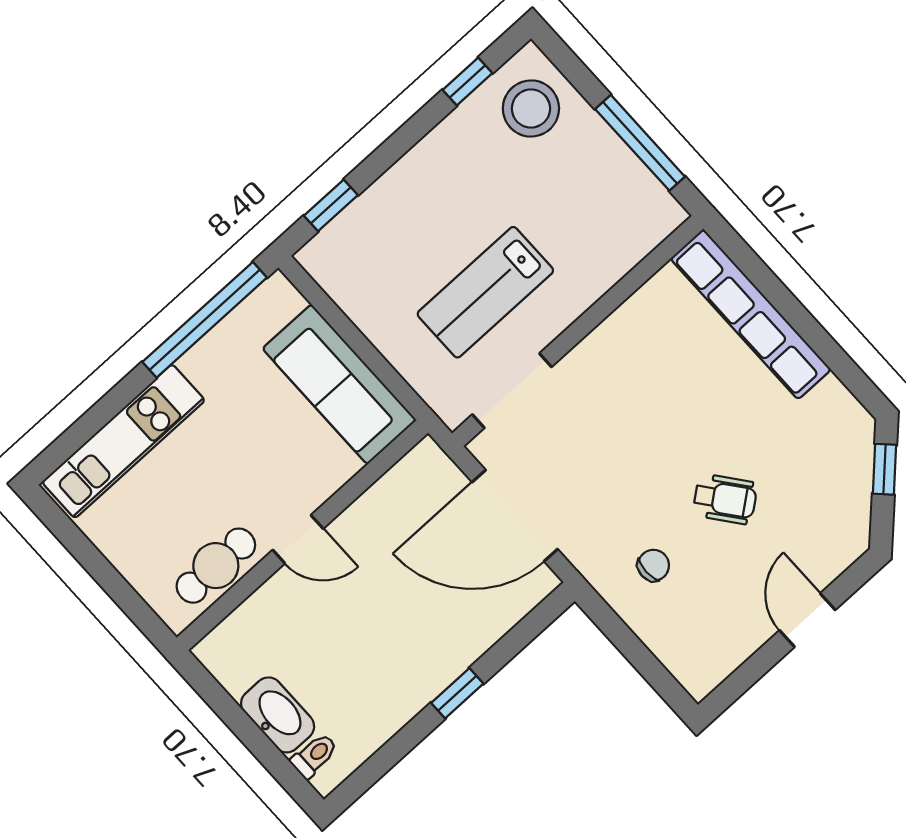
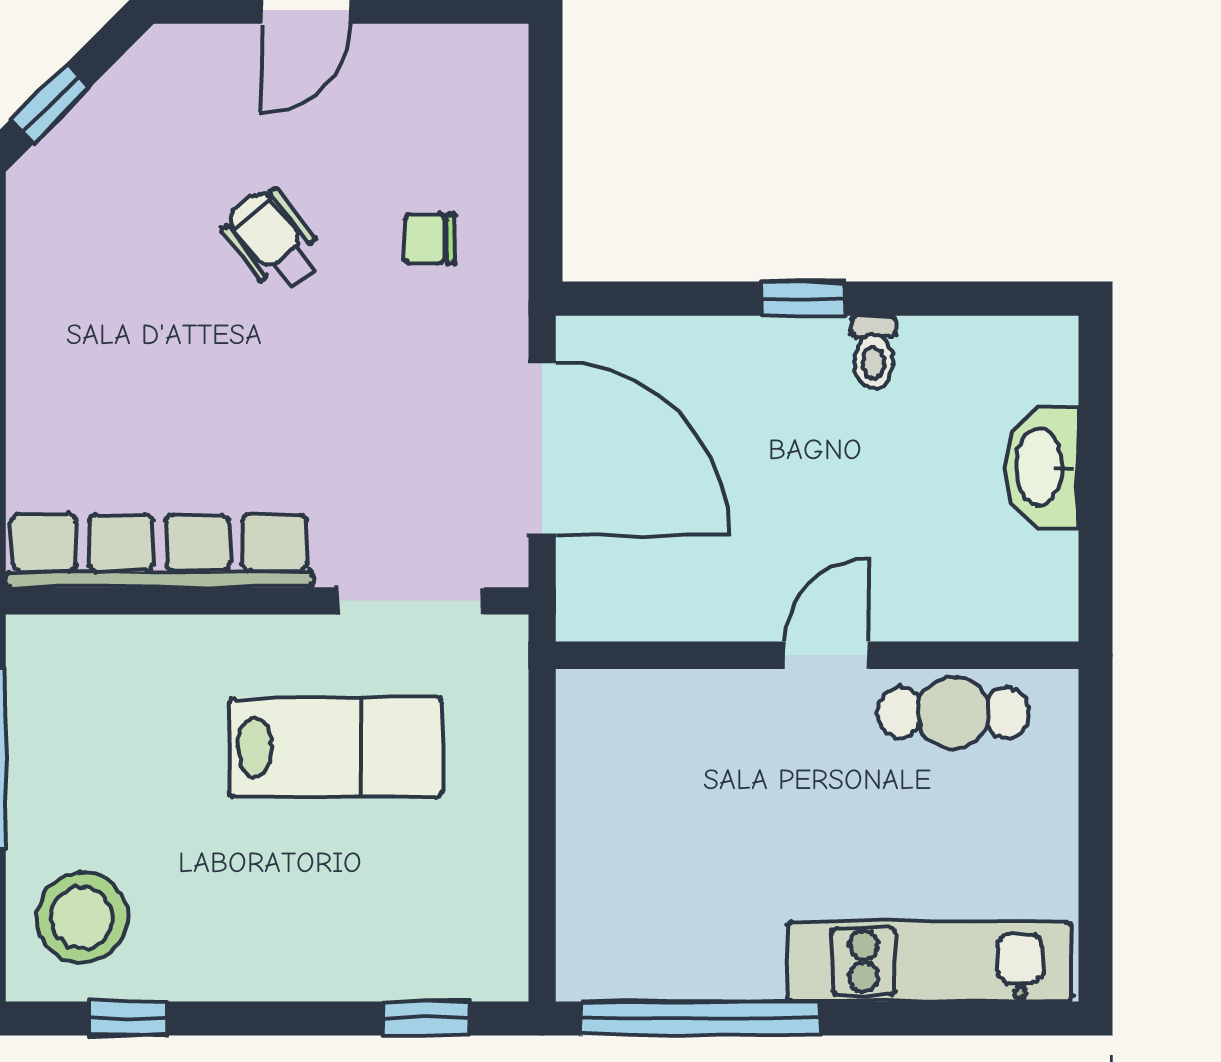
row of seats: (751, 314) -> (159, 551), moved, turned -90
sofa: (339, 384) -> (610, 795), removed
door: (298, 539) -> (827, 655), hinge flipped
toilet: (314, 756) -> (874, 352), moved, turned -90

